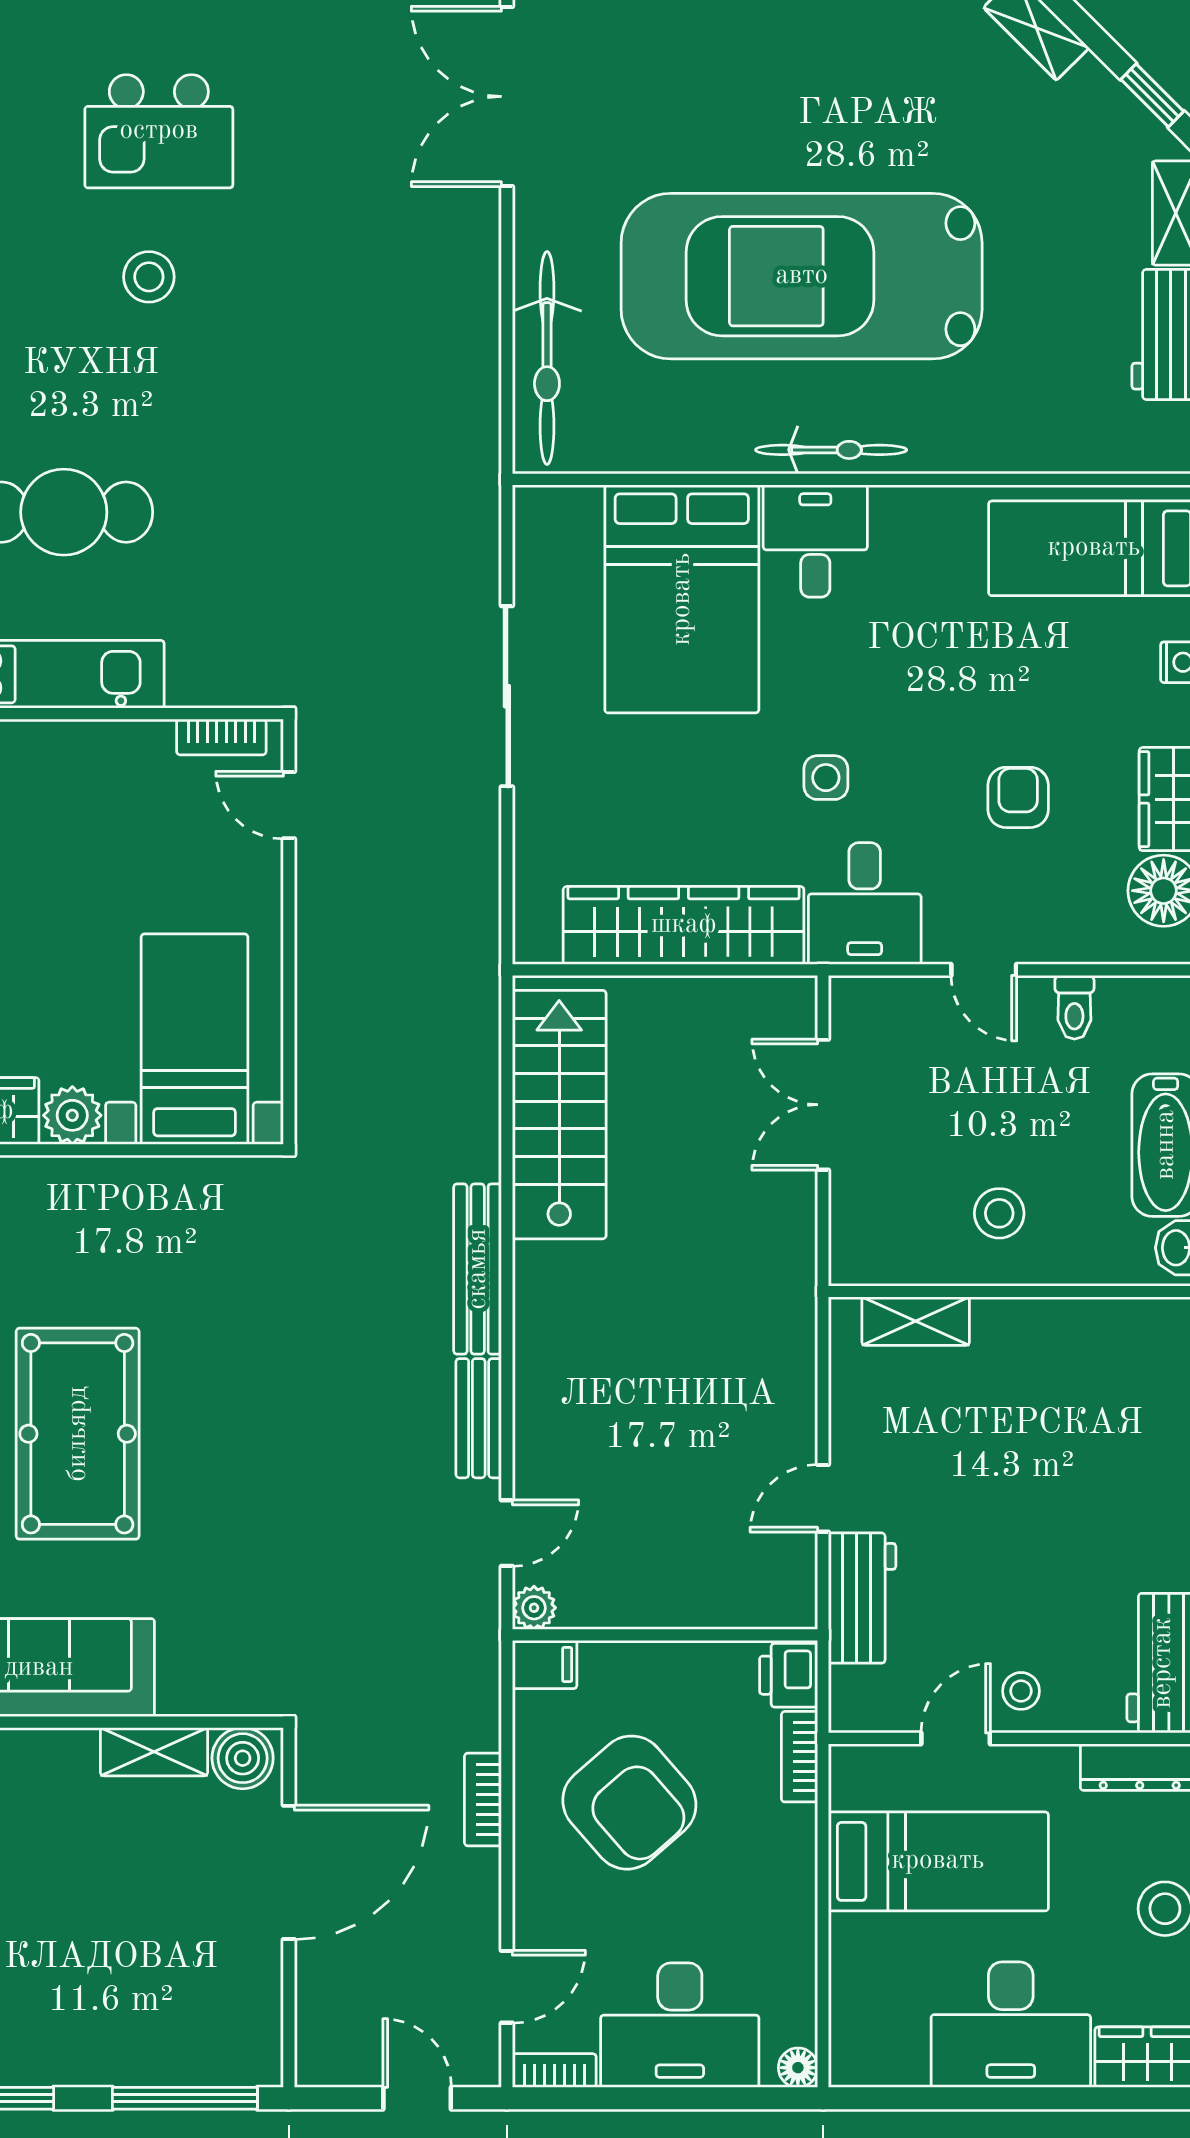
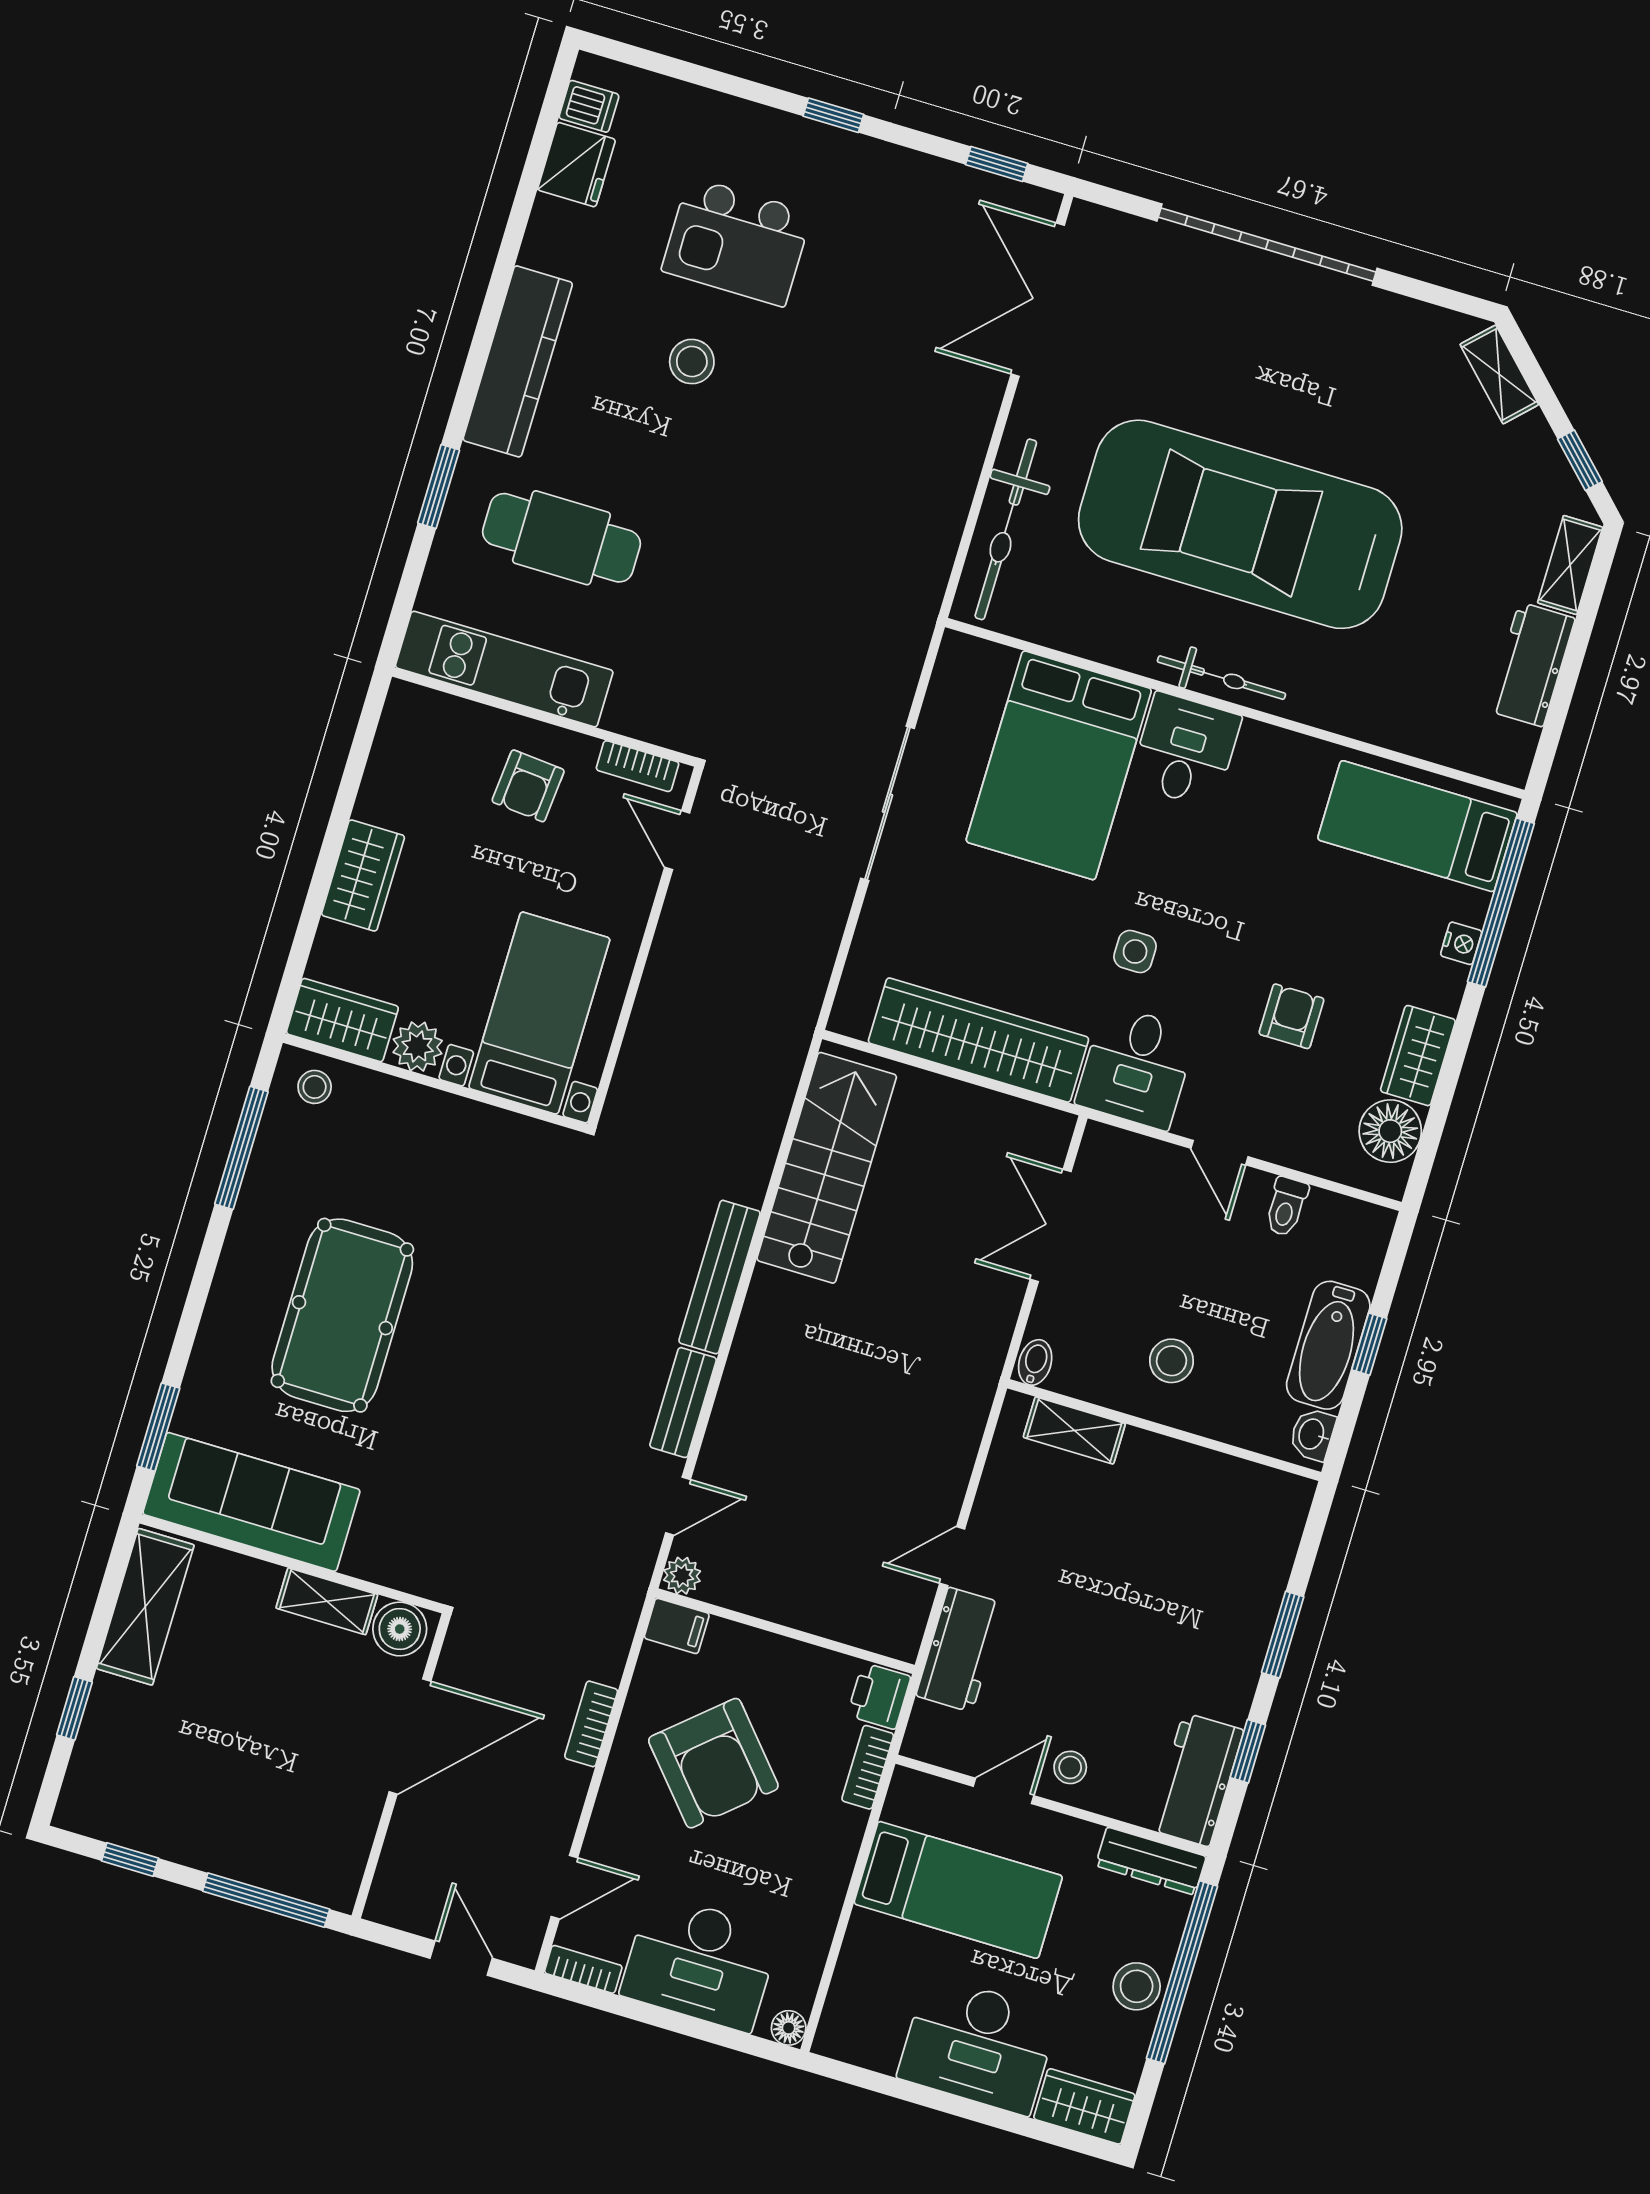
armchair: (108, 794) -> (528, 786), added
bidet: (851, 1259) -> (1035, 1362), added

